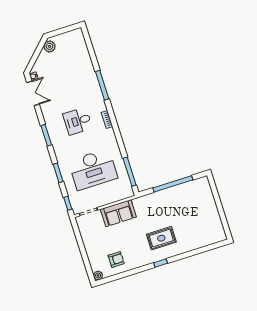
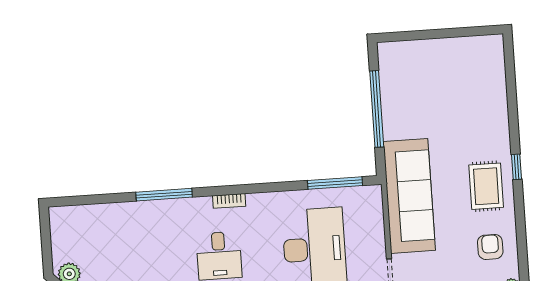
sofa: (118, 213) -> (409, 196), width x1.85, depth x1.27
rug: (161, 238) -> (486, 186), moved

